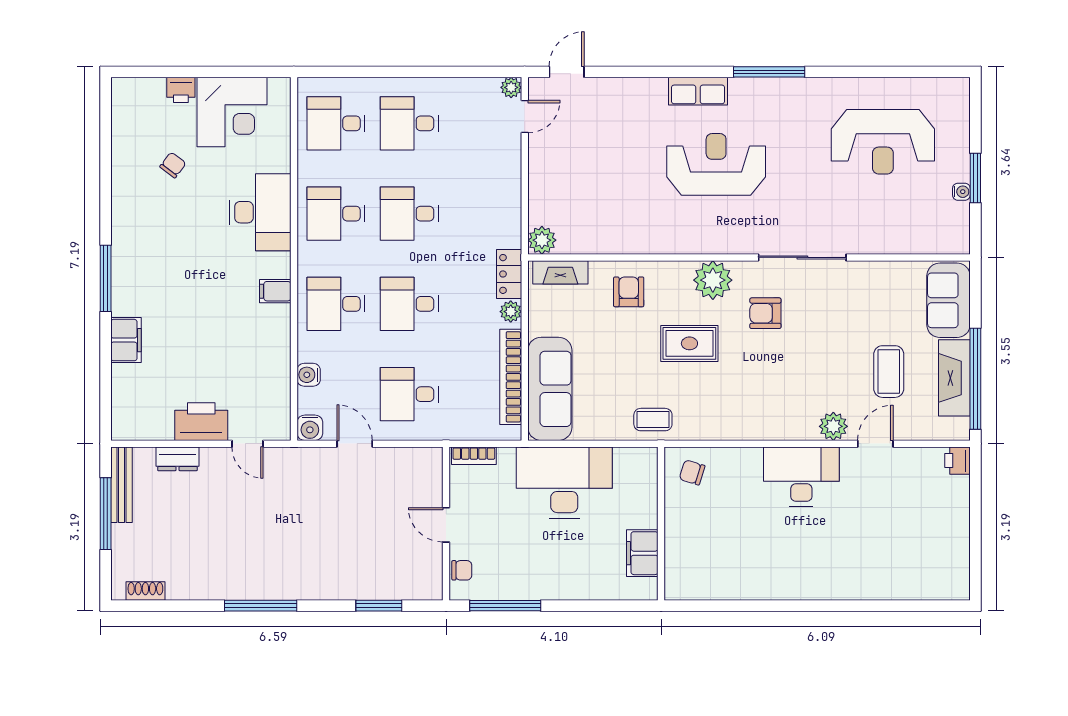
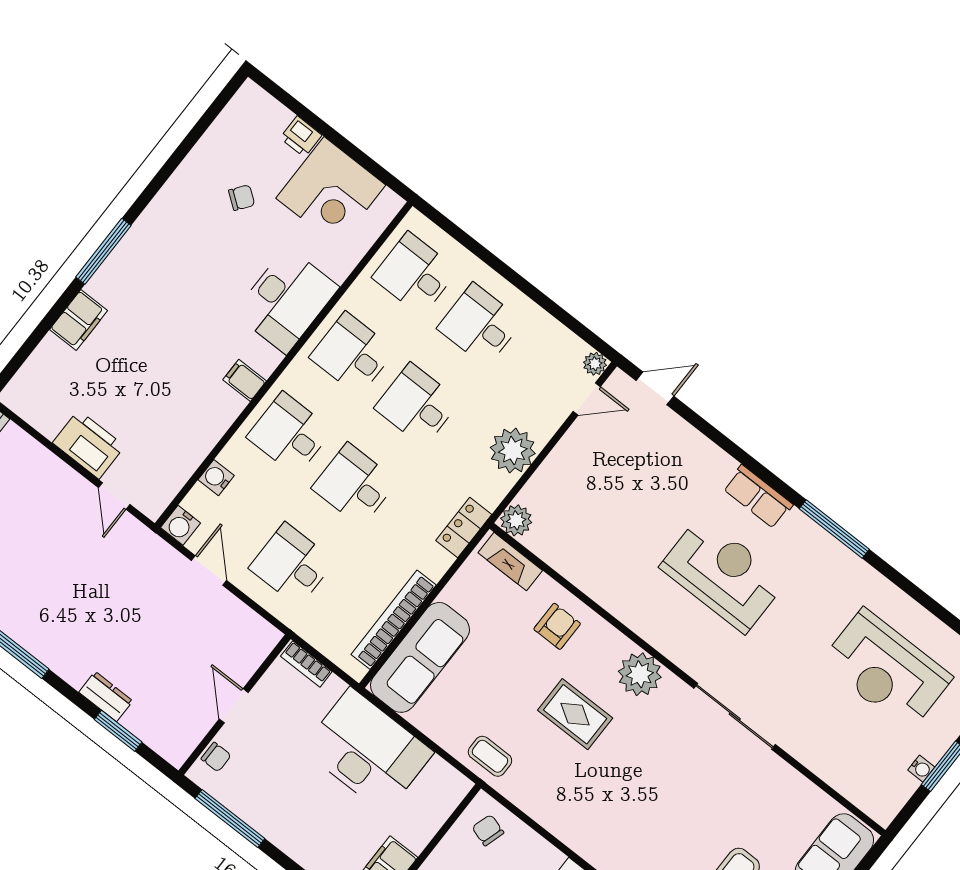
plant: (511, 312) -> (513, 451), moved, width x1.87, depth x1.87
armchair: (765, 313) -> (663, 740), removed
dresser: (177, 459) -> (106, 697), moved, turned 180

